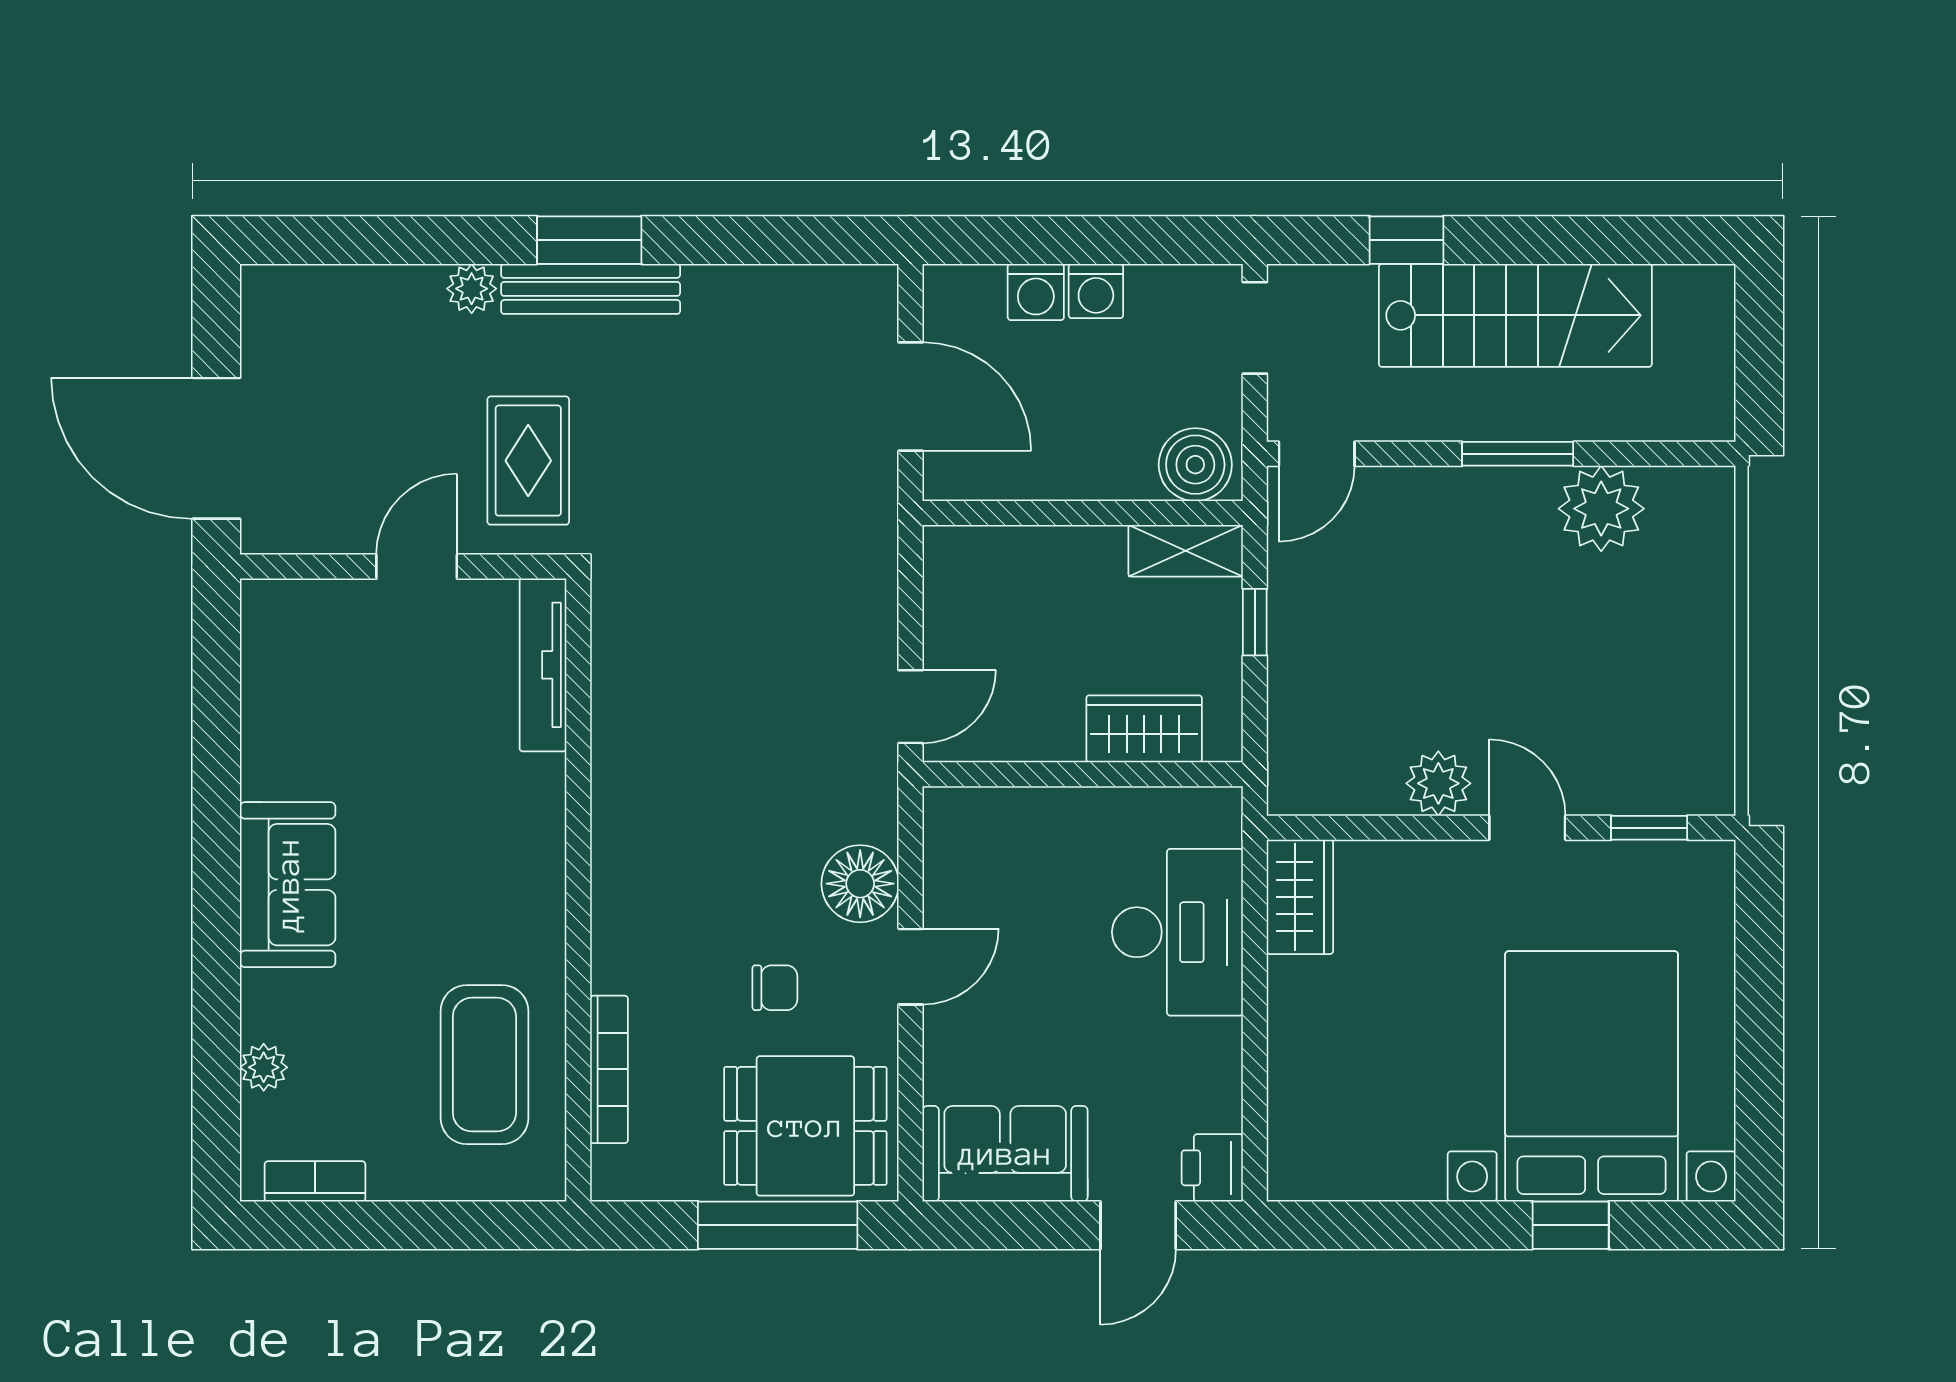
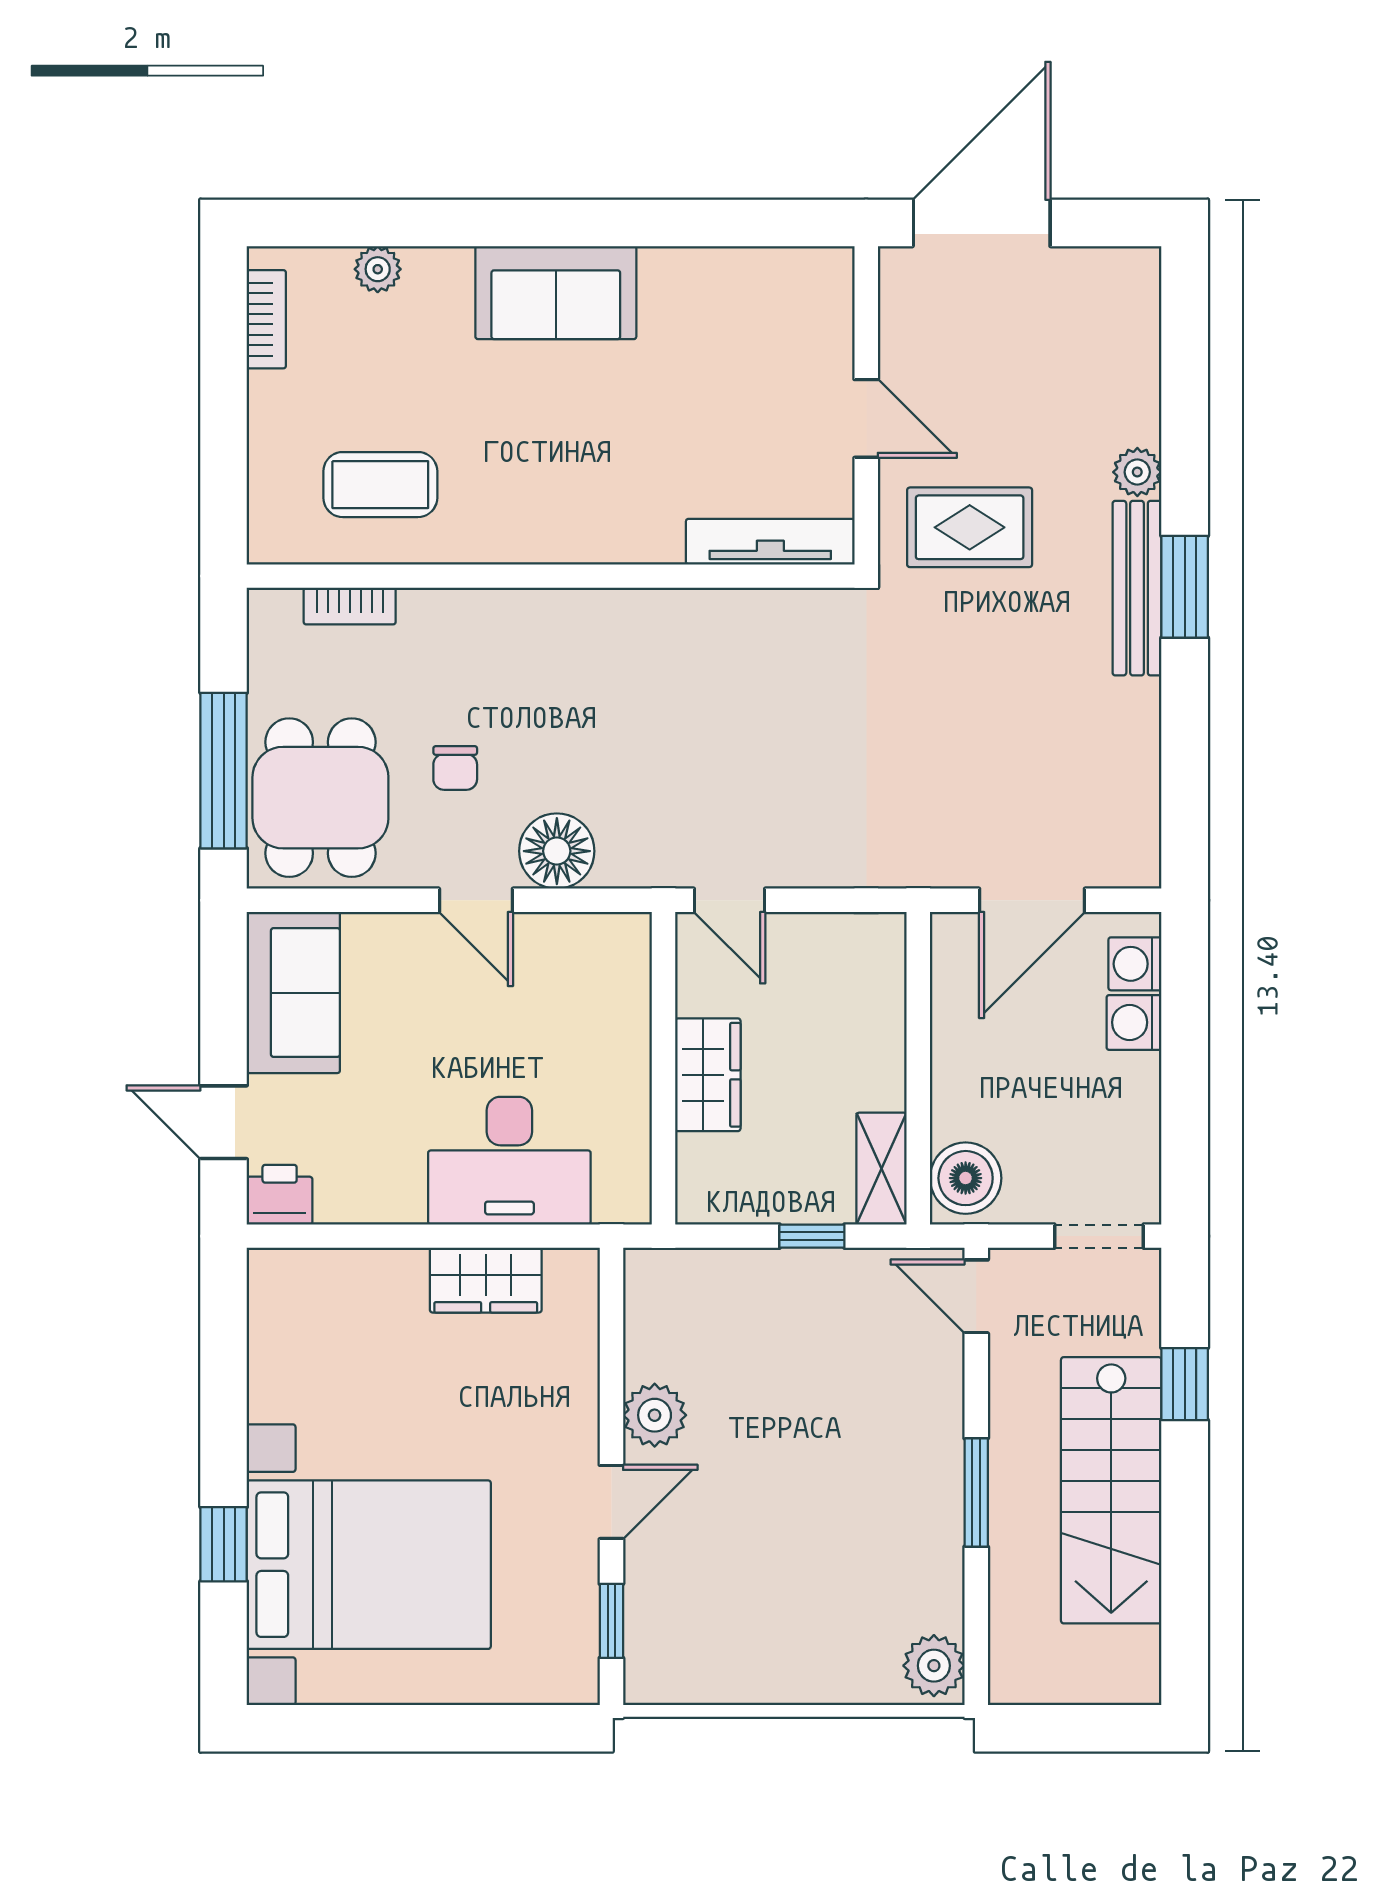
washing machine: (1096, 291) -> (1135, 964), moved
plant: (1601, 509) -> (934, 1666), moved, width x0.73, depth x0.73
wardrobe: (1144, 729) -> (708, 1075), moved
wardrobe: (1300, 897) -> (486, 1280), moved
coffee table: (484, 1065) -> (380, 485), width x0.73, depth x0.76
bookcase: (609, 1069) -> (350, 606), width x0.64

